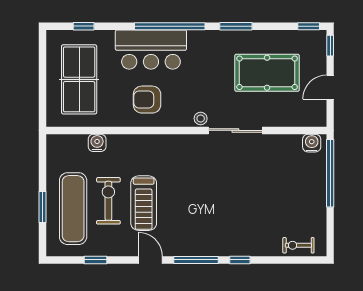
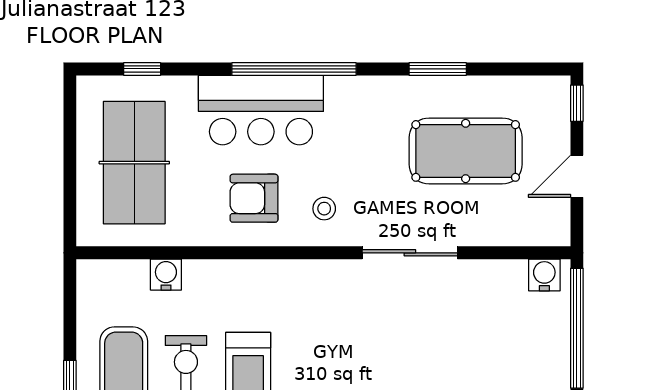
window: (236, 26) -> (438, 69), moved
window: (309, 26) -> (539, 69), removed
stool: (201, 118) -> (324, 209), moved

